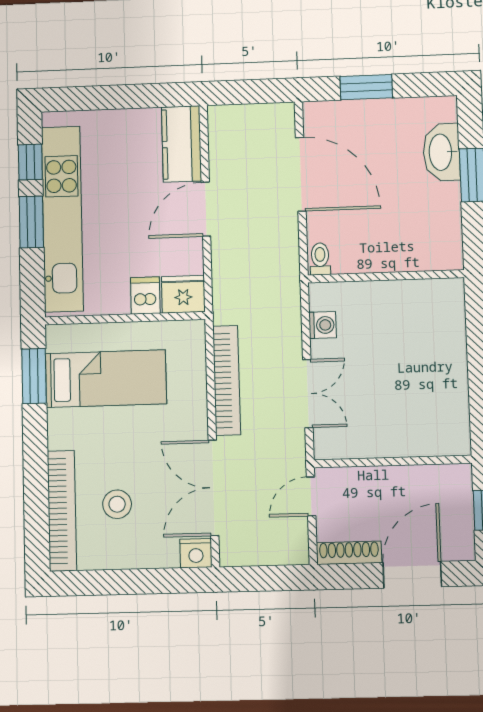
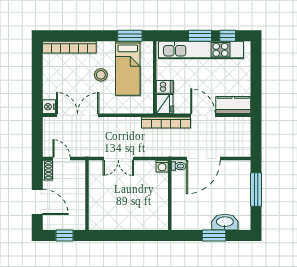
window: (366, 87) -> (256, 189), width x1.44
door: (301, 174) -> (203, 159), moved
washing machine: (323, 325) -> (162, 166), moved
bookcase: (227, 380) -> (166, 122), moved
door: (311, 496) -> (61, 159), moved
stool: (117, 504) -> (101, 75), moved
shoe rack: (349, 553) -> (48, 170), width x0.70

